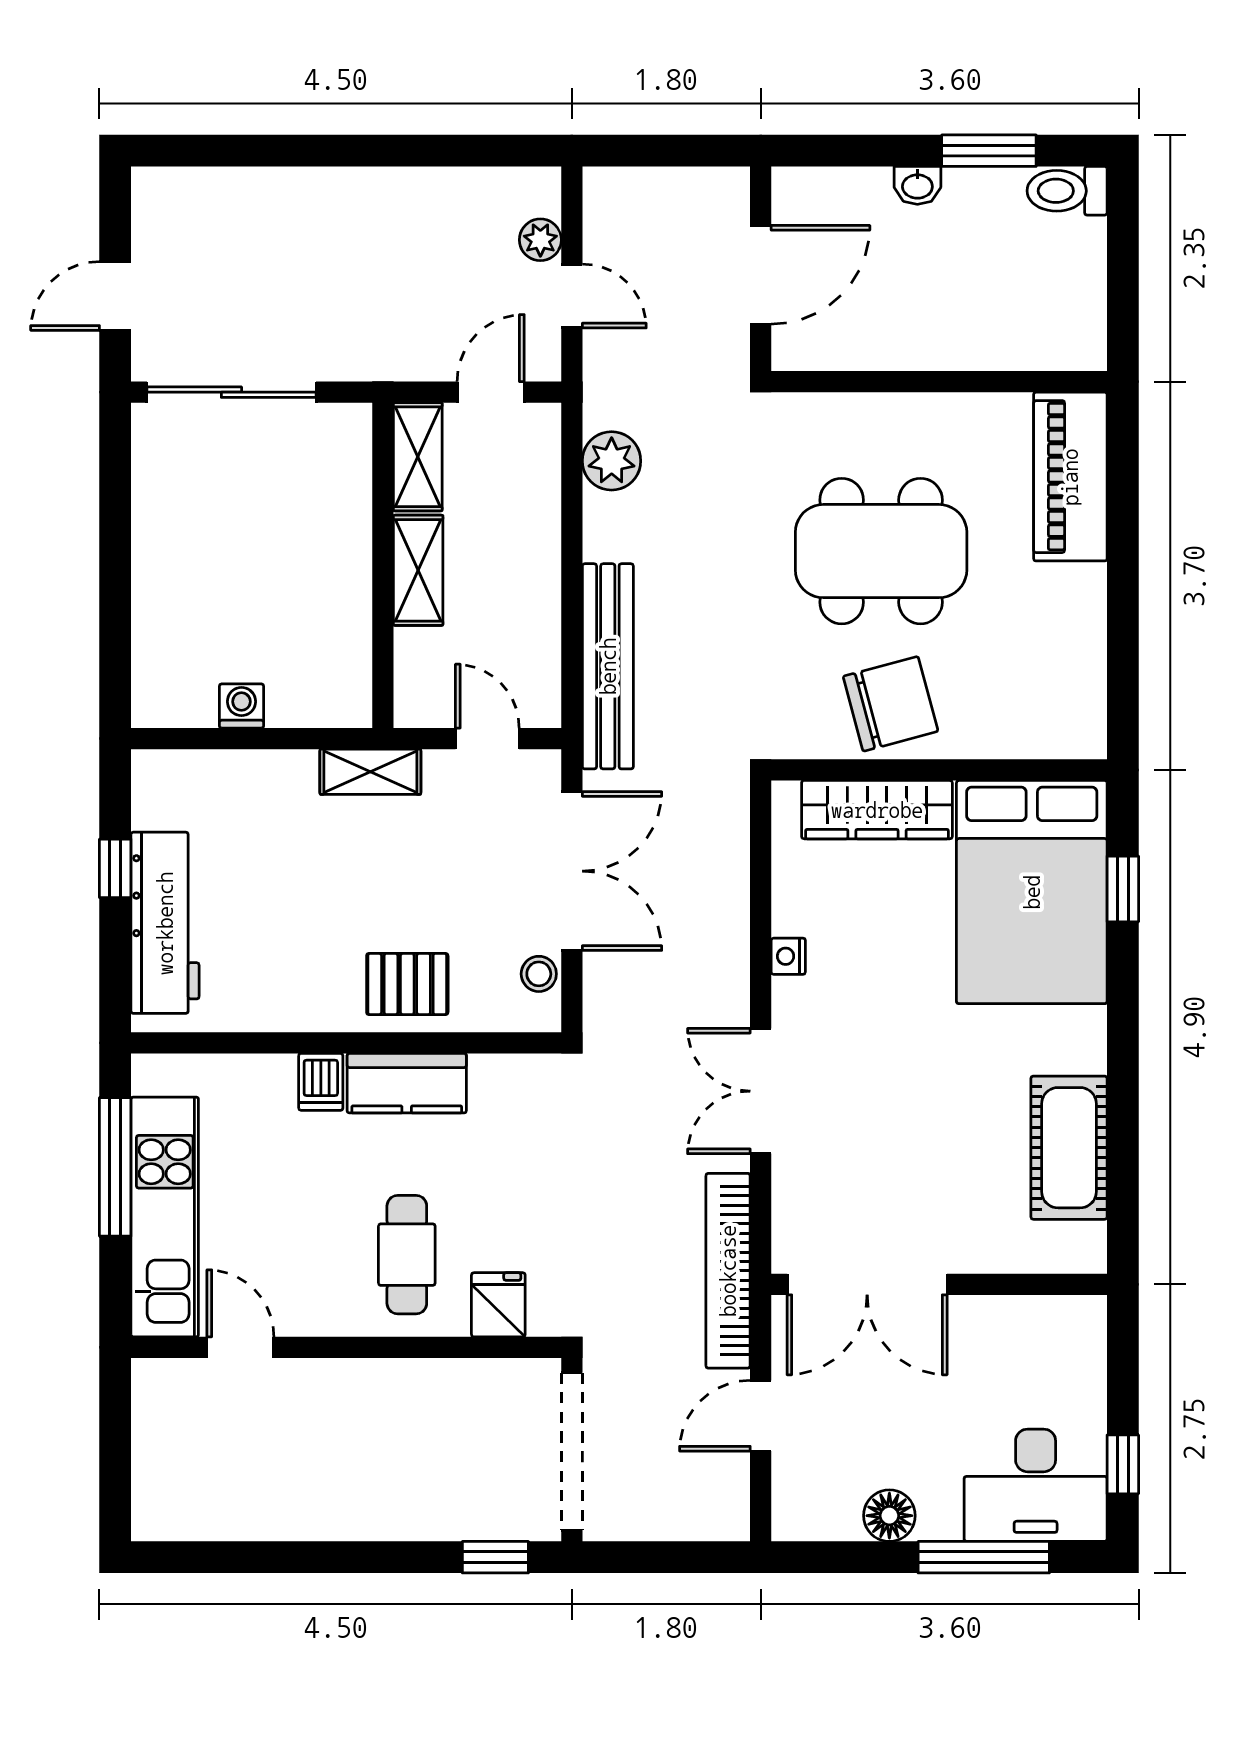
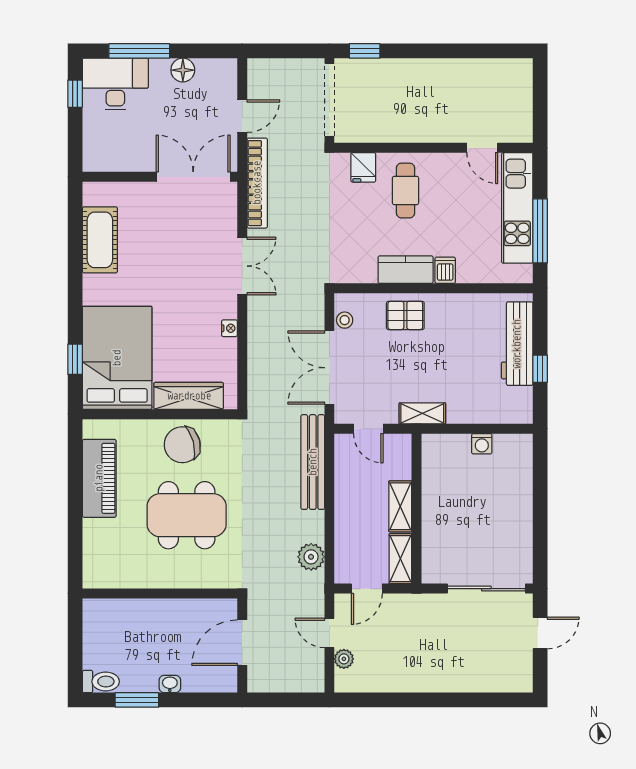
piano: (1070, 477) -> (99, 478), moved

